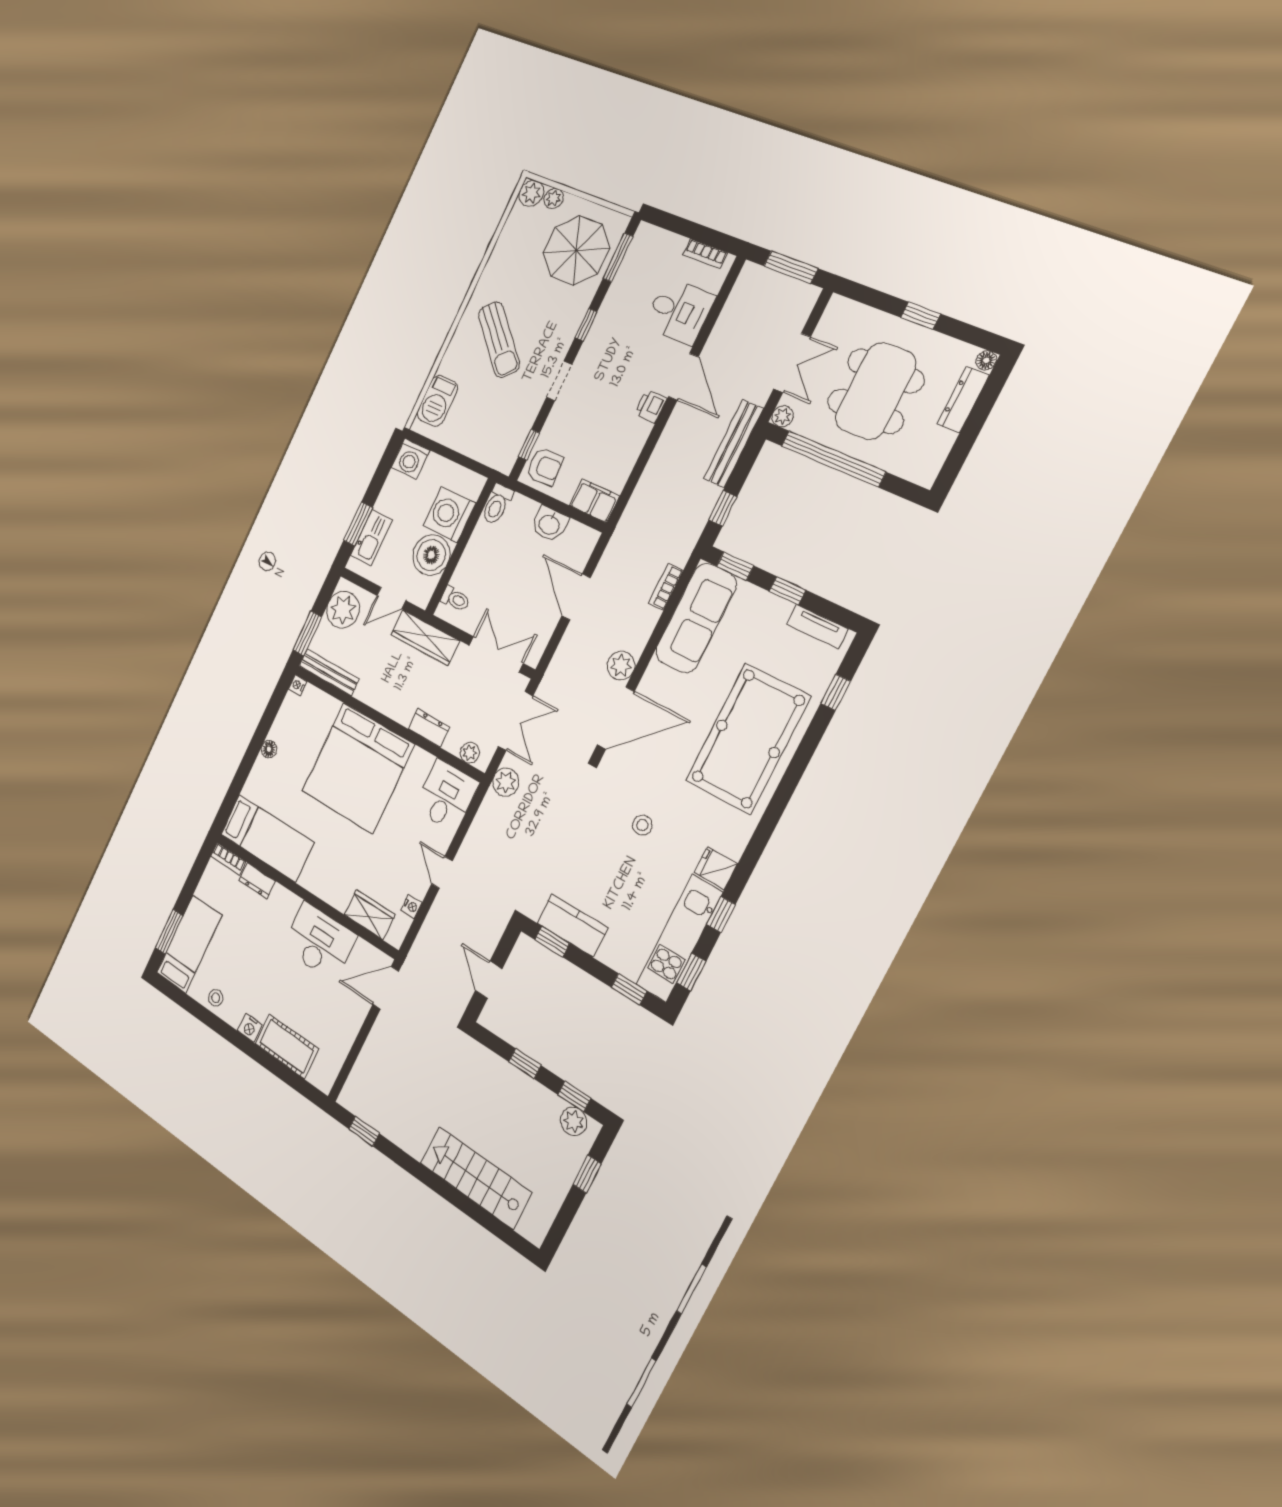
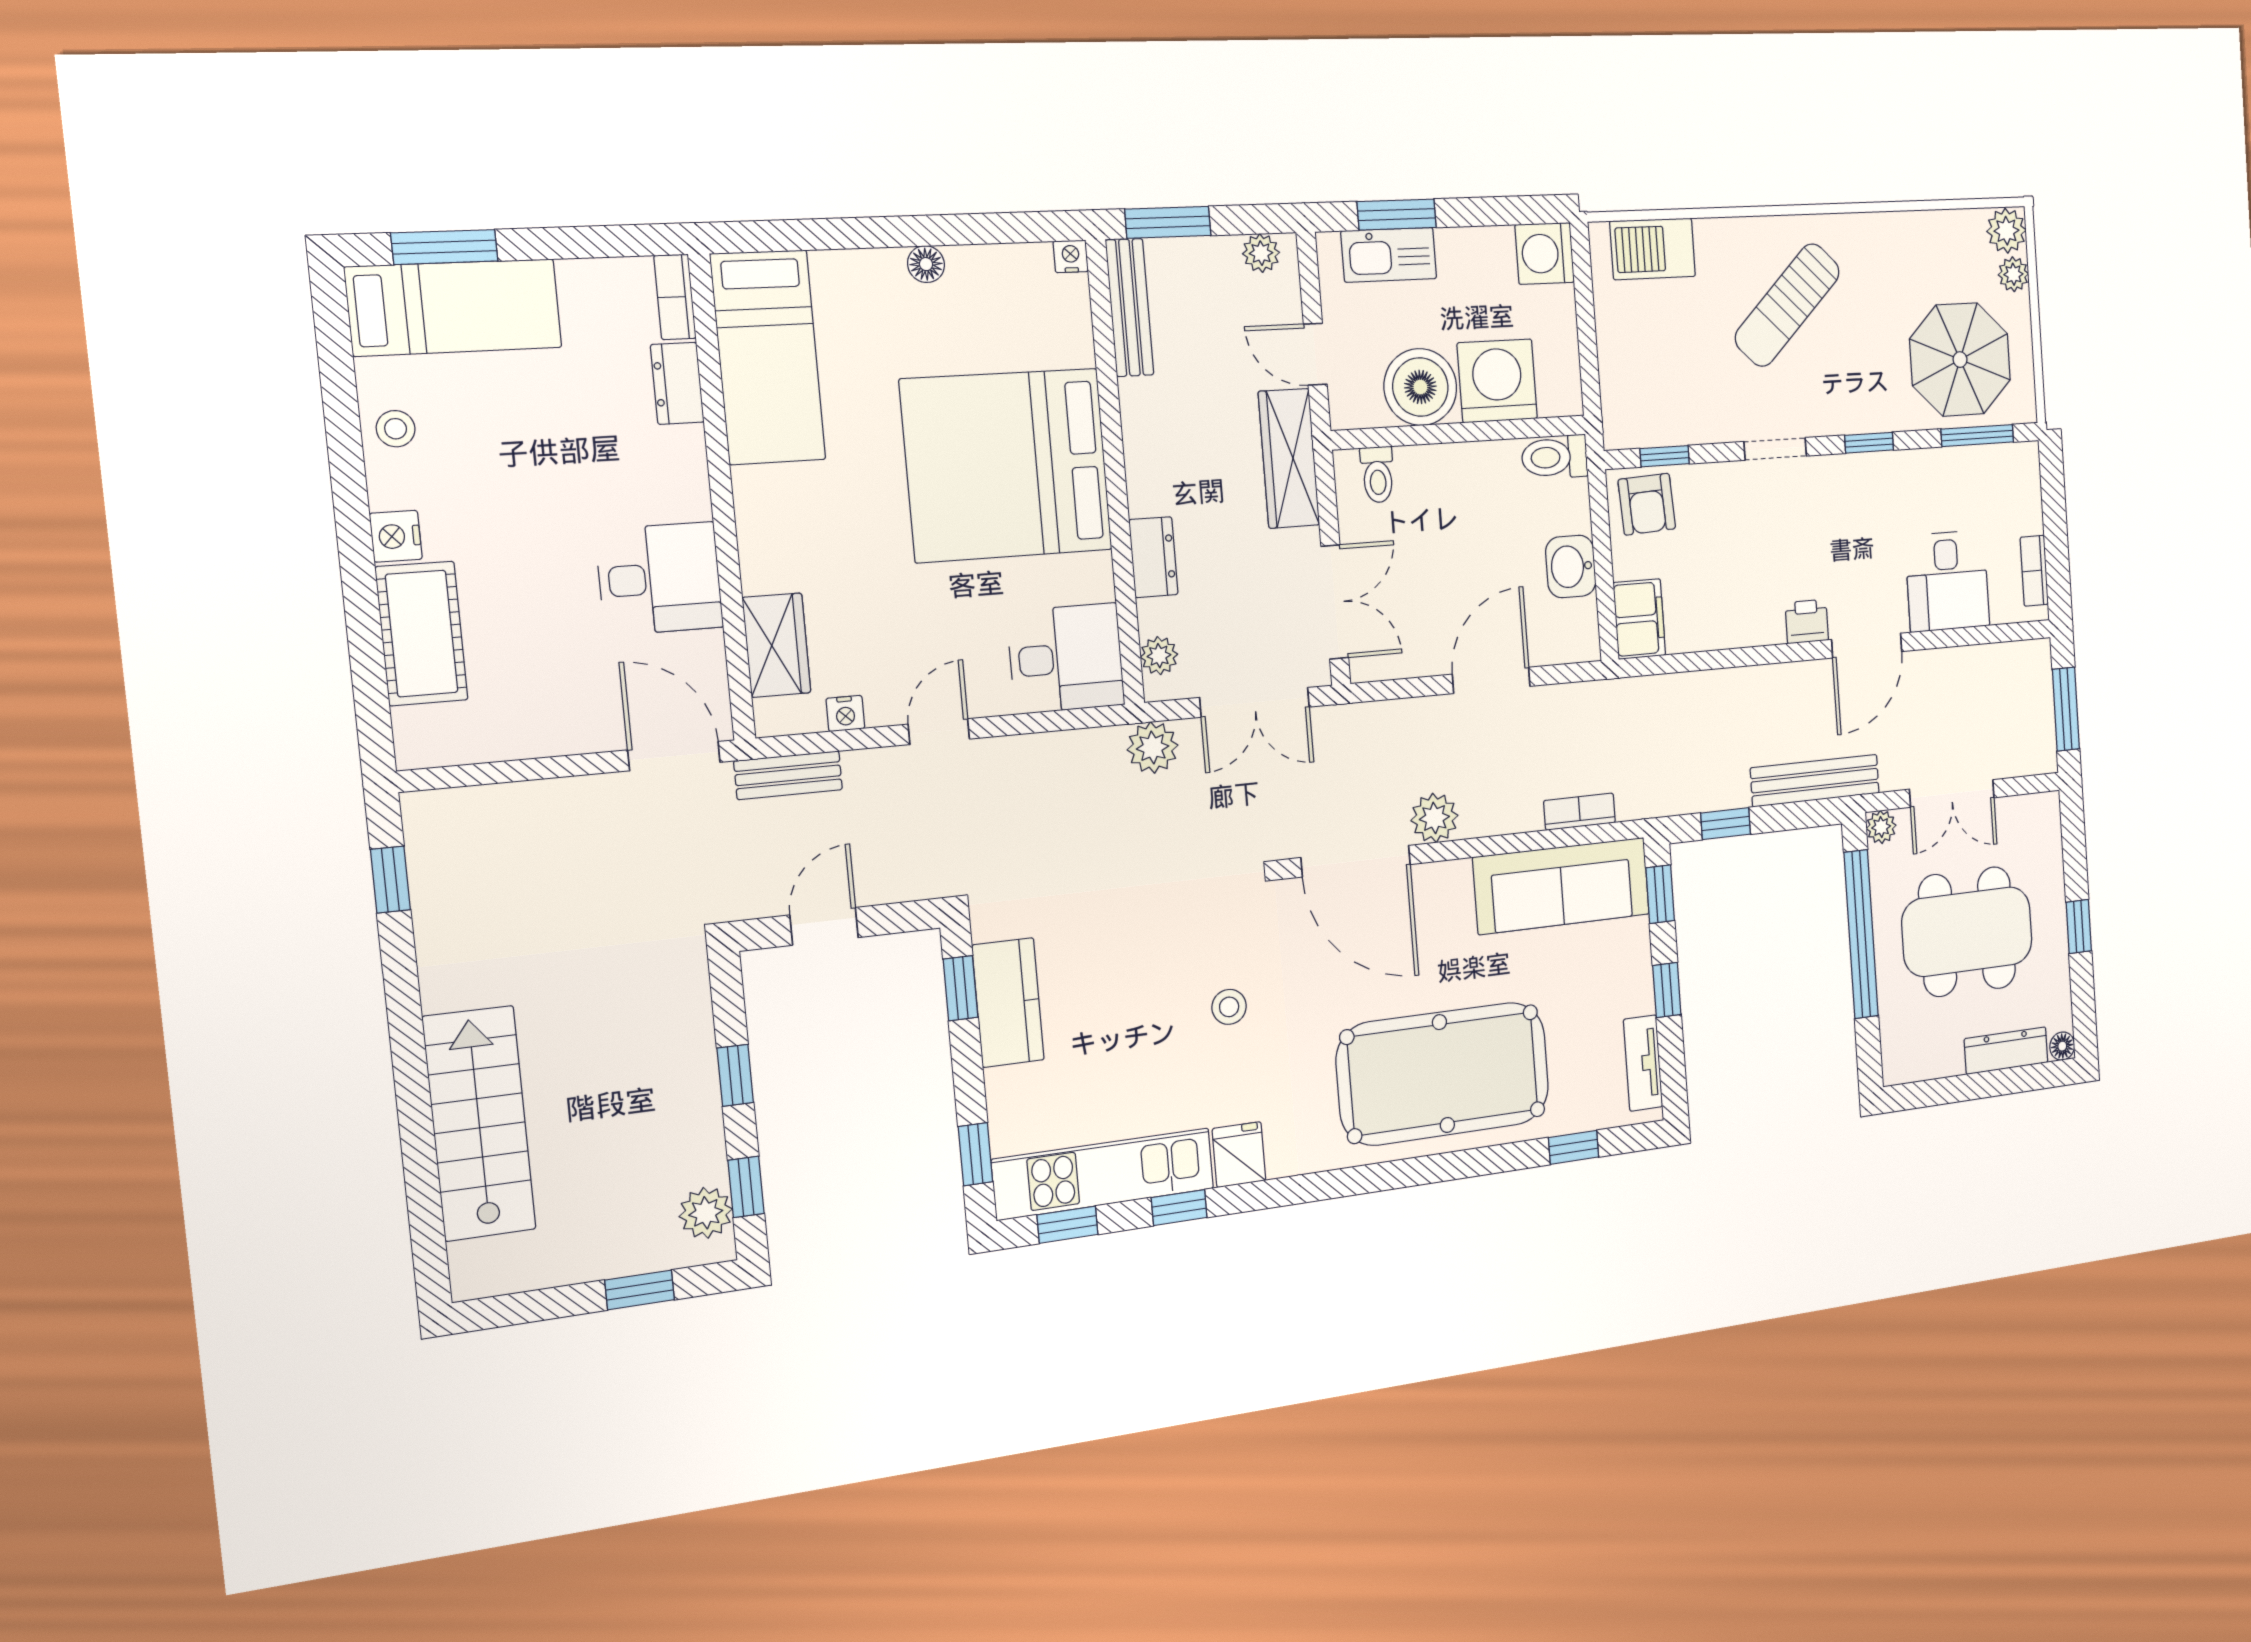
plant: (343, 610) -> (1261, 253), width x0.53, depth x0.53
desk: (319, 942) -> (660, 579), width x0.73
bench: (421, 948) -> (788, 775), added

